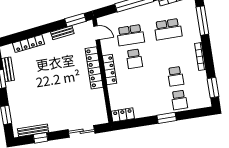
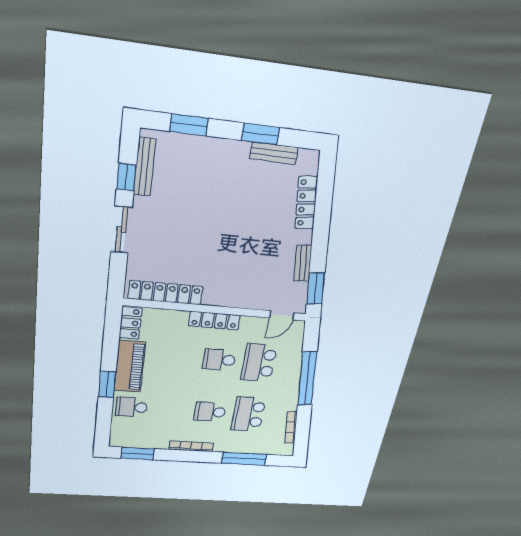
locker: (94, 68) -> (166, 293), moved
school desk: (176, 76) -> (210, 412), moved
piano: (151, 108) -> (130, 367), added
sliding door: (82, 131) -> (121, 230), moved

